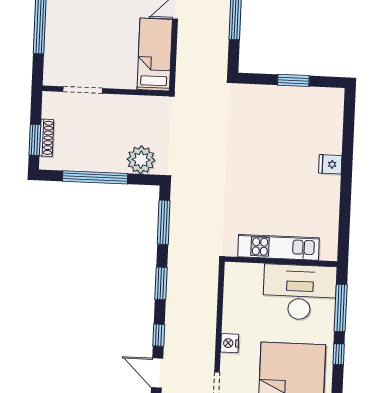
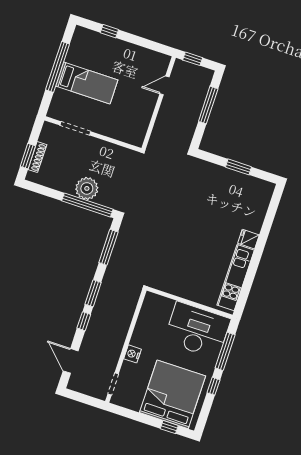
bed: (155, 55) -> (87, 83), moved, turned 90
plant: (141, 160) -> (87, 188), moved
window: (95, 177) -> (87, 205), moved
kitchen unit: (279, 247) -> (236, 278), moved, turned -90
window: (159, 335) -> (84, 321), moved

